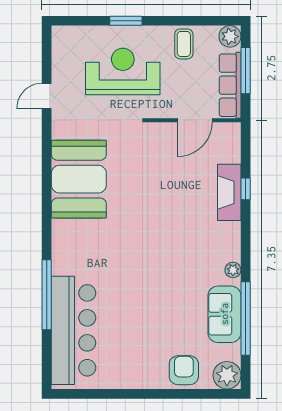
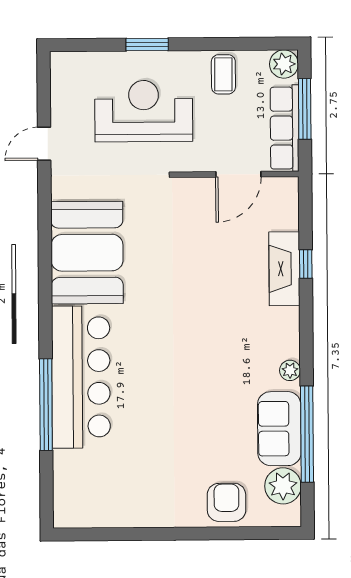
bar counter: (74, 330) -> (81, 377), moved
plant: (227, 375) -> (283, 486), moved

